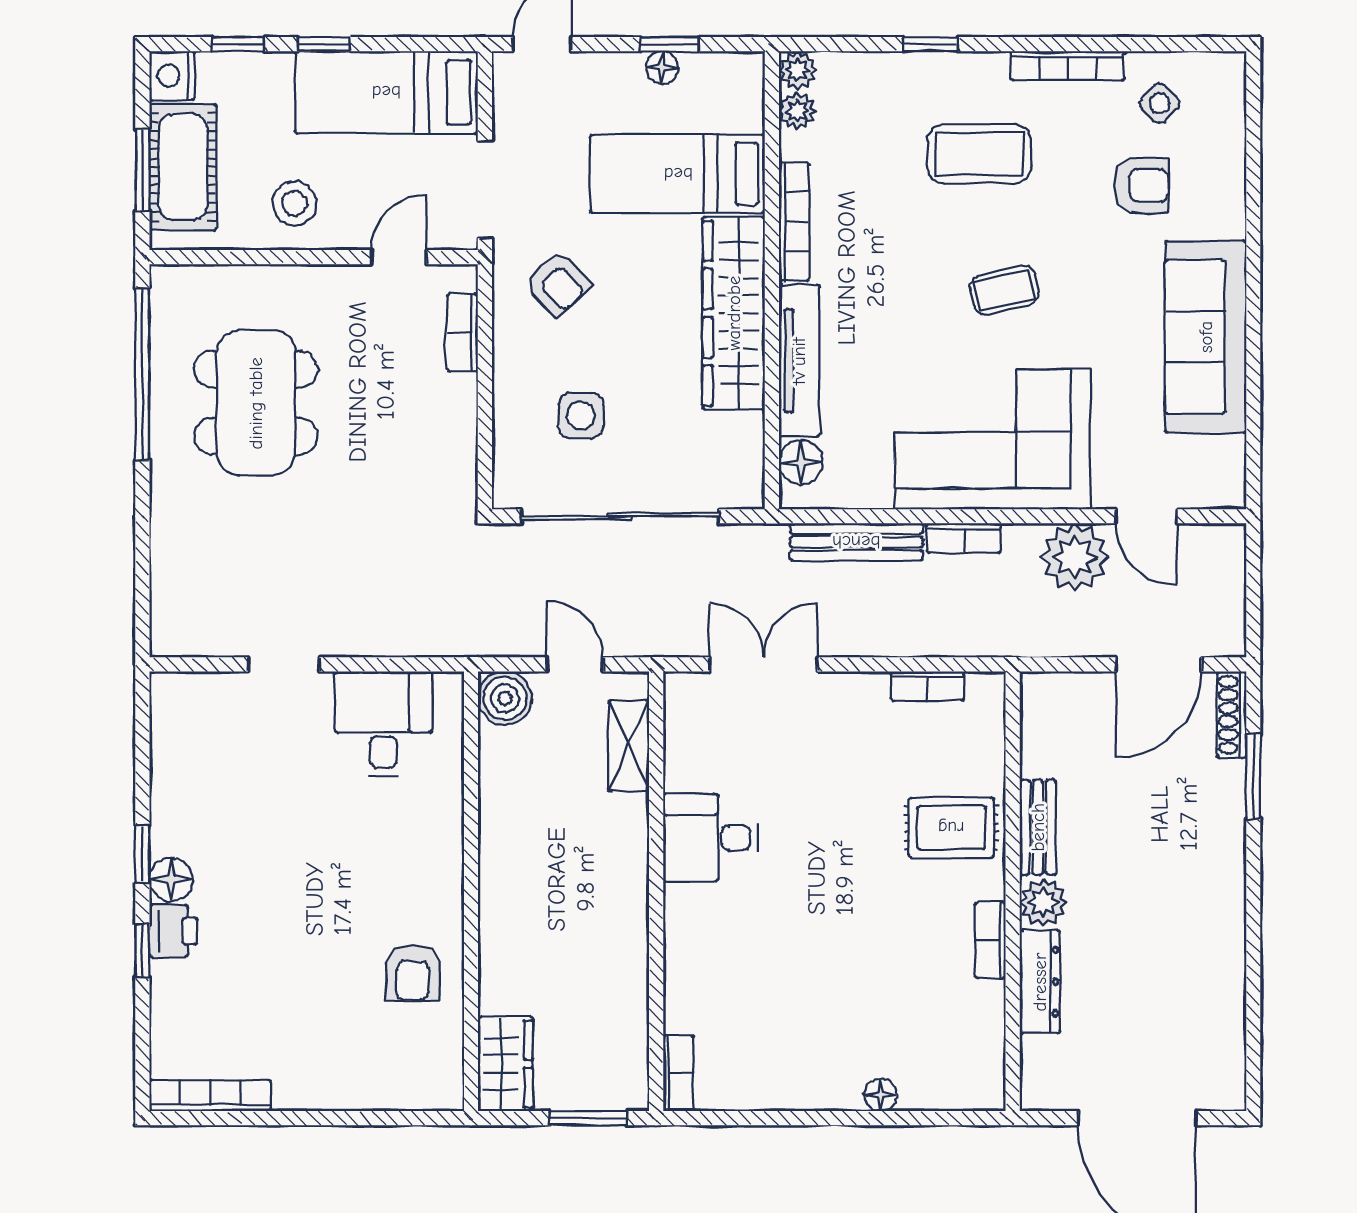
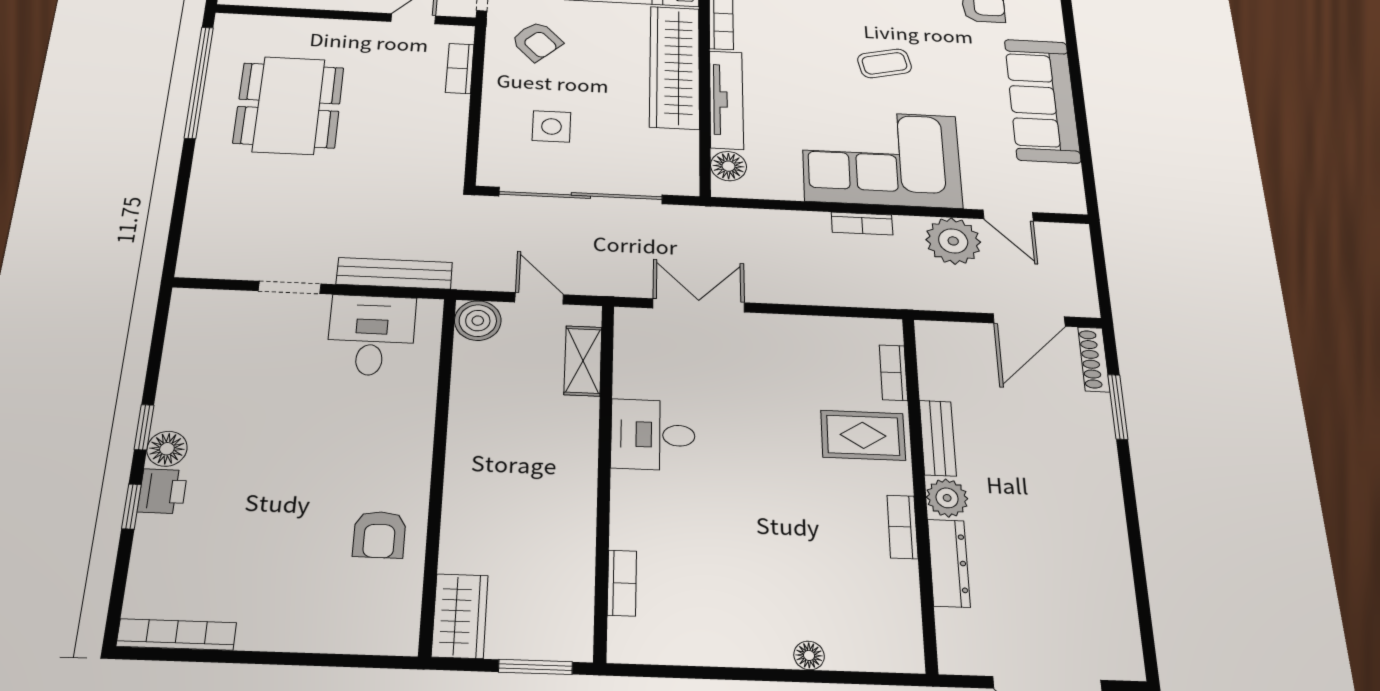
bench: (856, 542) -> (394, 273), moved
bookcase: (927, 686) -> (893, 373), moved, turned 90
bookcase: (678, 1073) -> (622, 583), moved

